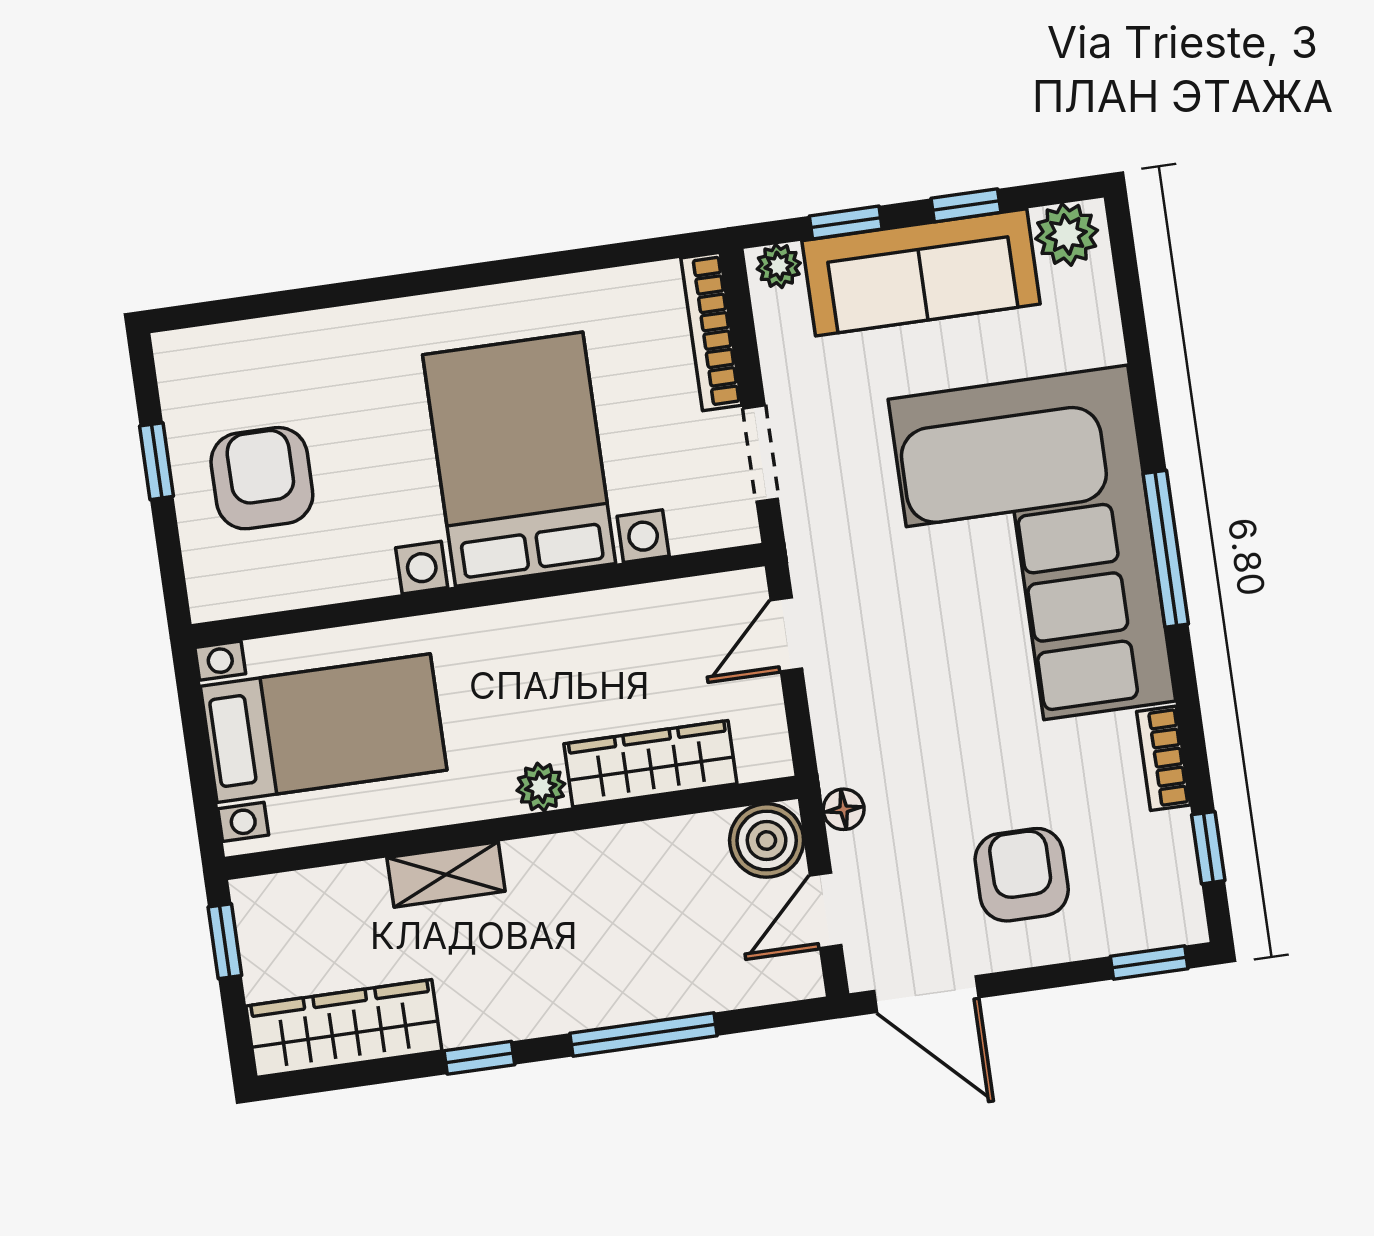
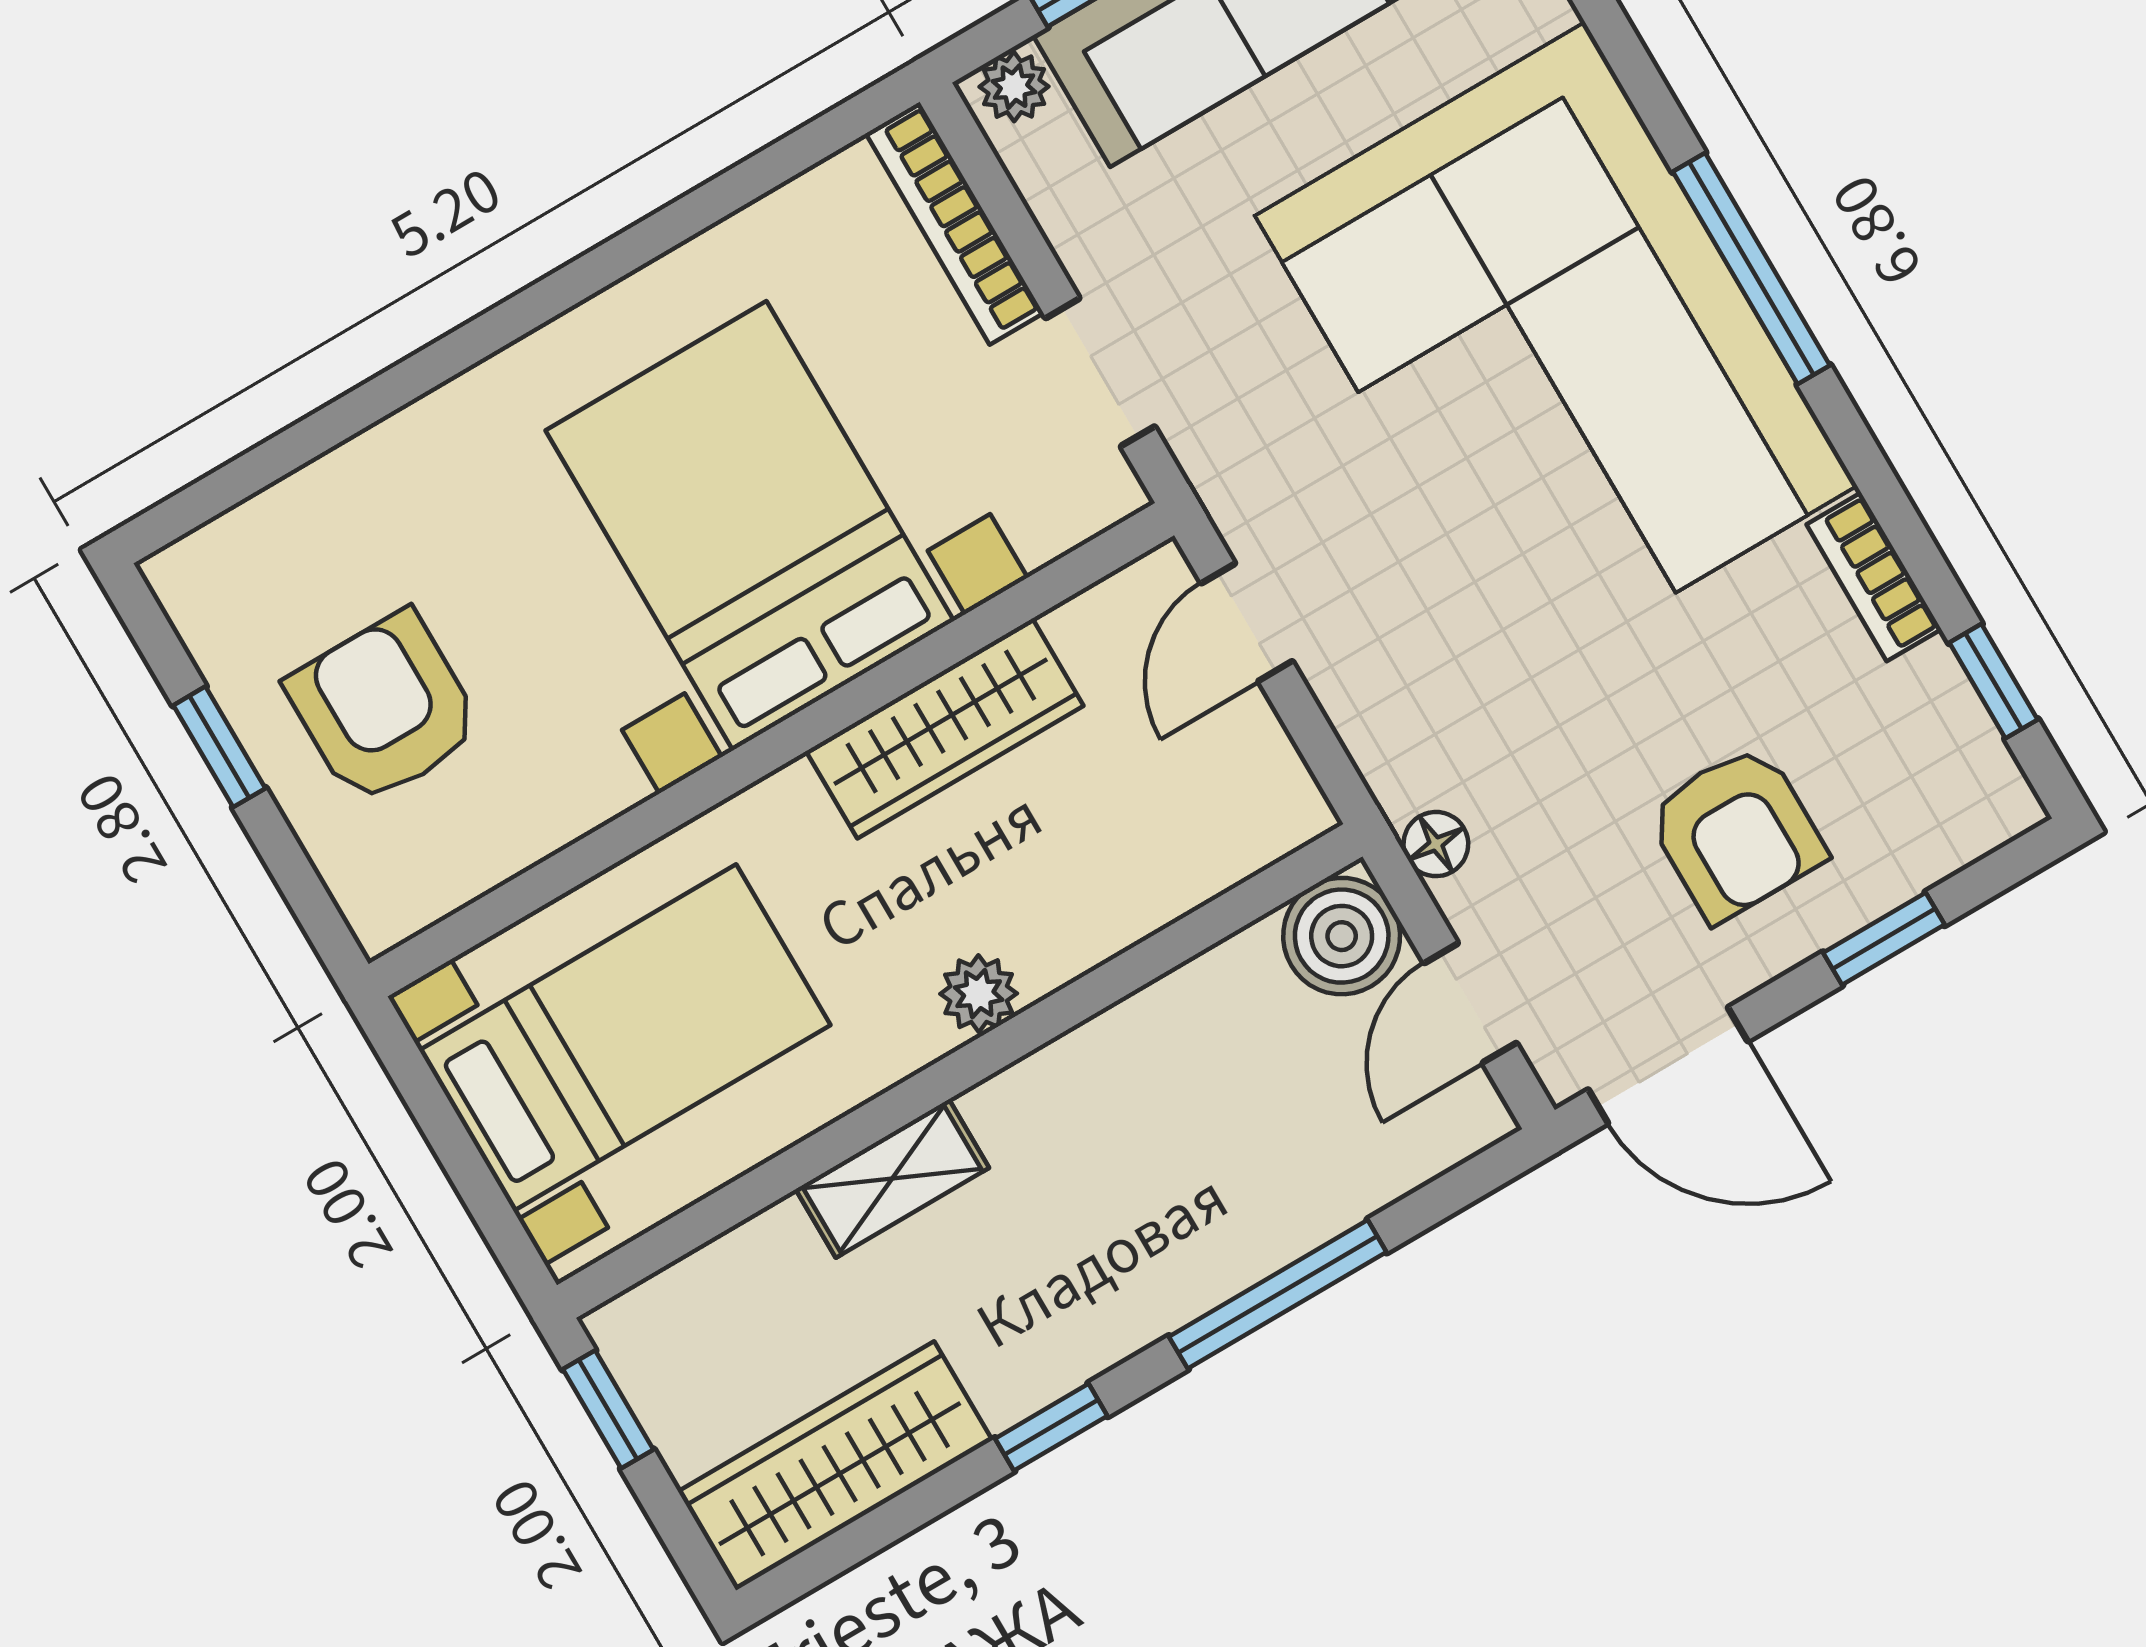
wardrobe: (650, 764) -> (945, 728), moved, turned 180
armchair: (1022, 875) -> (1736, 833), turned 180
window: (1149, 962) -> (1884, 939), moved

